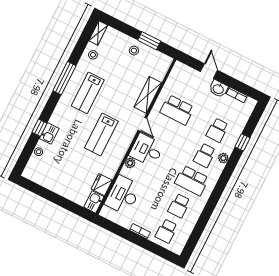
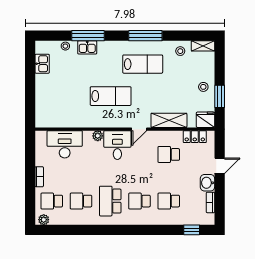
locker: (173, 80) -> (195, 137), added
lab bench: (88, 93) -> (143, 64), turned 180
school desk: (177, 110) -> (169, 154), width x0.54
window: (39, 128) -> (88, 36), width x2.17
lab bench: (101, 134) -> (111, 96), turned 180
window: (242, 142) -> (192, 230), moved
plant: (223, 158) -> (44, 220), moved
fridge: (102, 185) -> (205, 120), moved
kitchen sink: (94, 202) -> (42, 64), moved, turned 90

